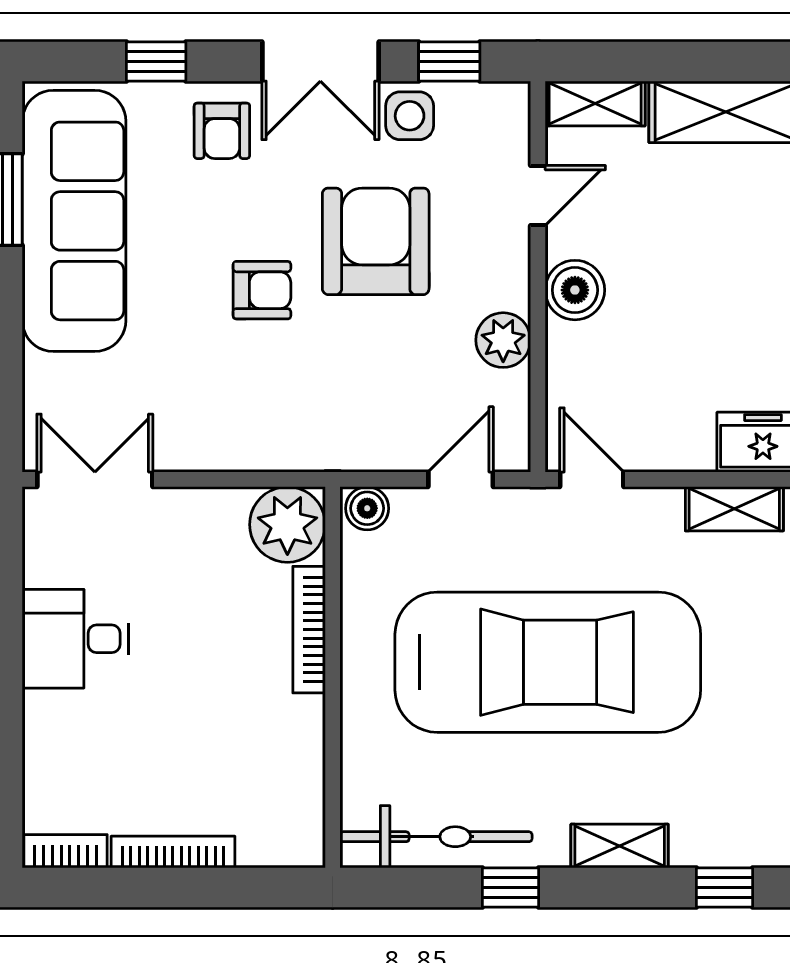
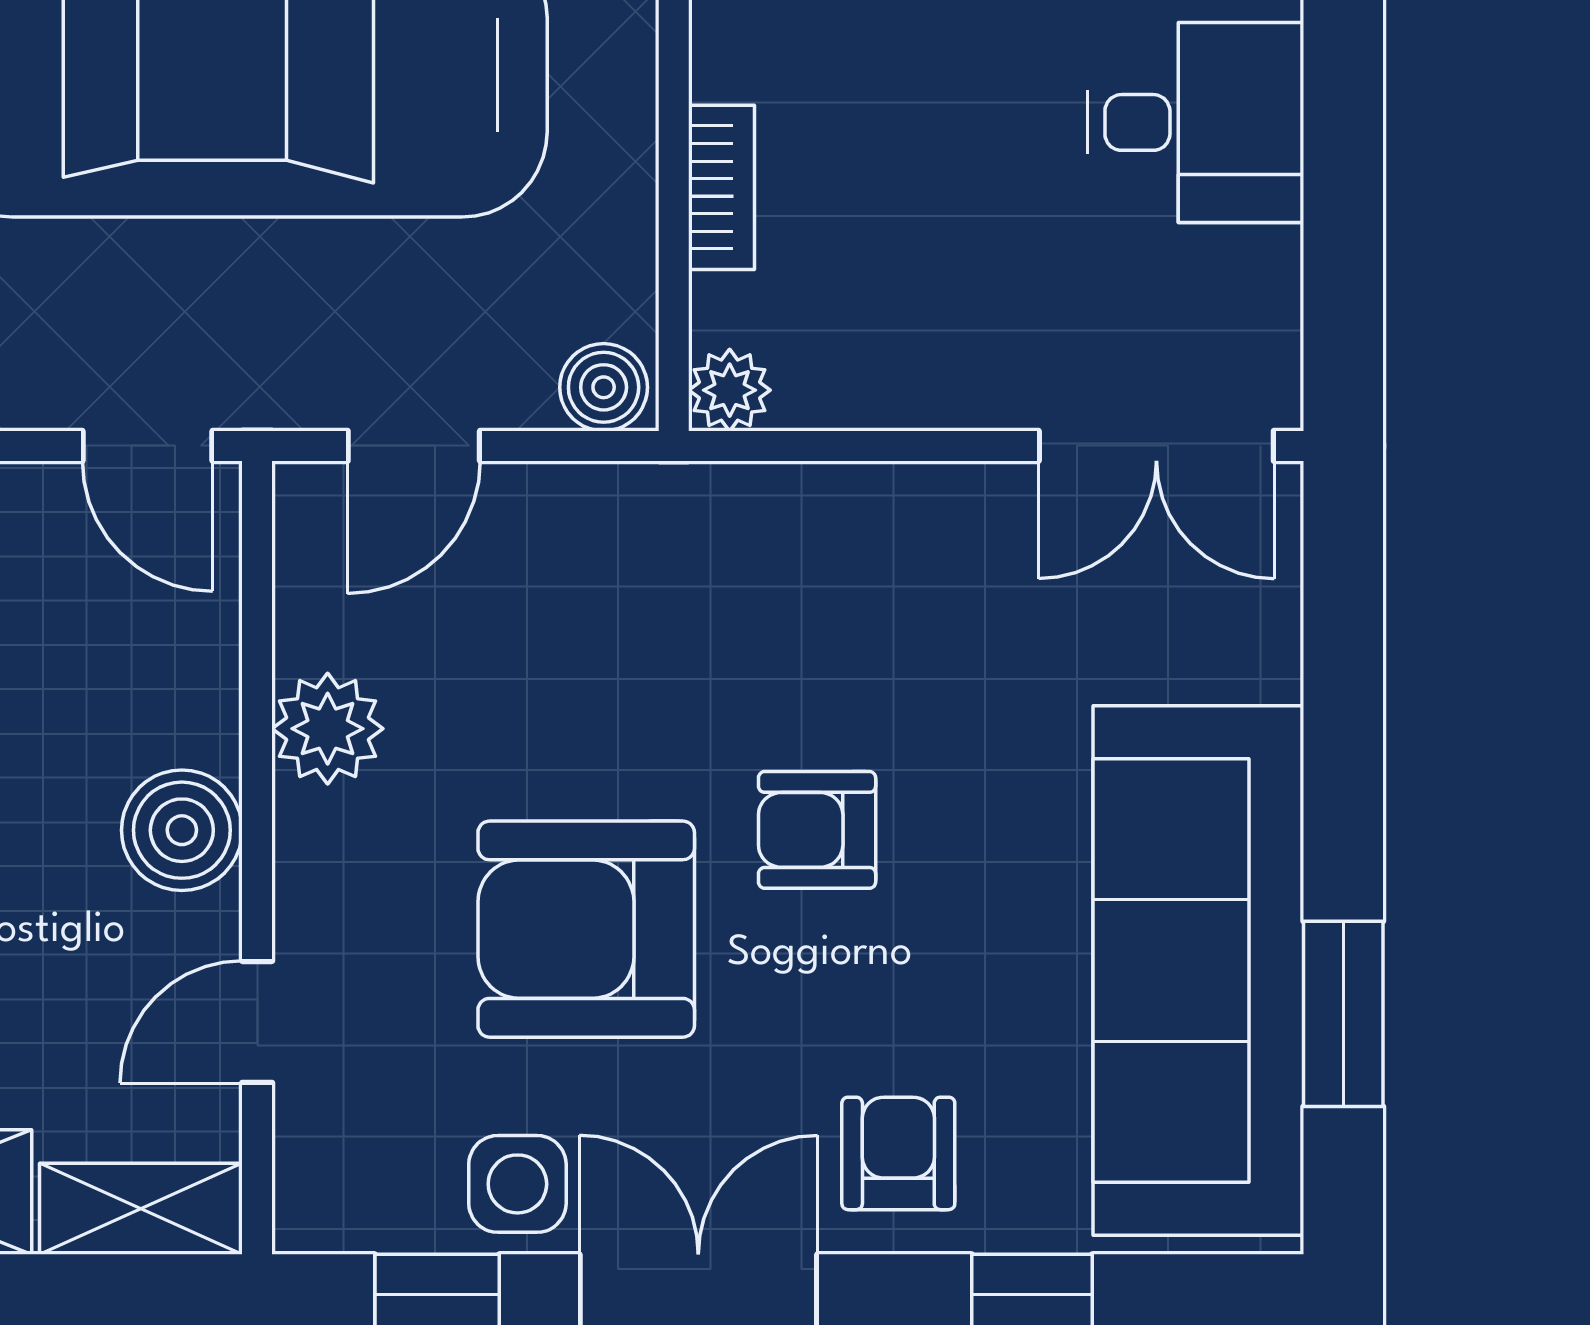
armchair: (376, 241) -> (586, 929), turned 90
plant: (287, 525) -> (730, 390), width x0.53, depth x0.53
bookcase: (309, 630) -> (721, 187), width x0.64

